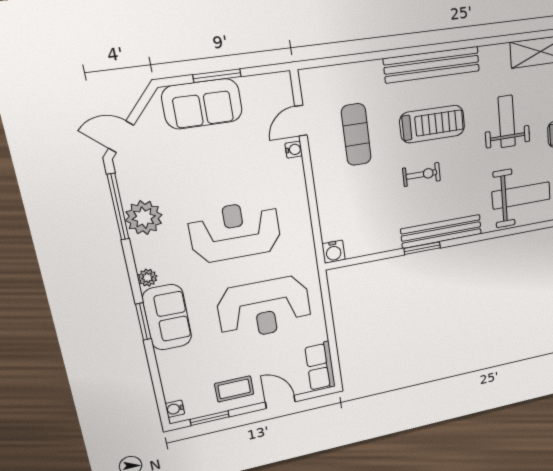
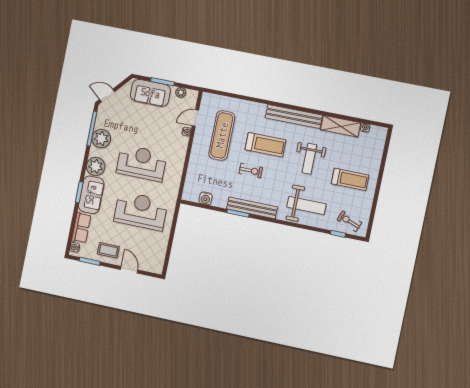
bench: (432, 65) -> (294, 116), moved
plant: (258, 84) -> (181, 92), added
weight bench: (507, 121) -> (309, 159), turned 180
exercise mat: (356, 135) -> (222, 135), width x1.36, depth x1.45
water cooler: (333, 252) -> (206, 198), moved
plant: (148, 278) -> (96, 166), width x1.87, depth x1.87
reception desk: (264, 308) -> (141, 211), turned 180
row of seats: (320, 366) -> (81, 228), moved, turned 180

